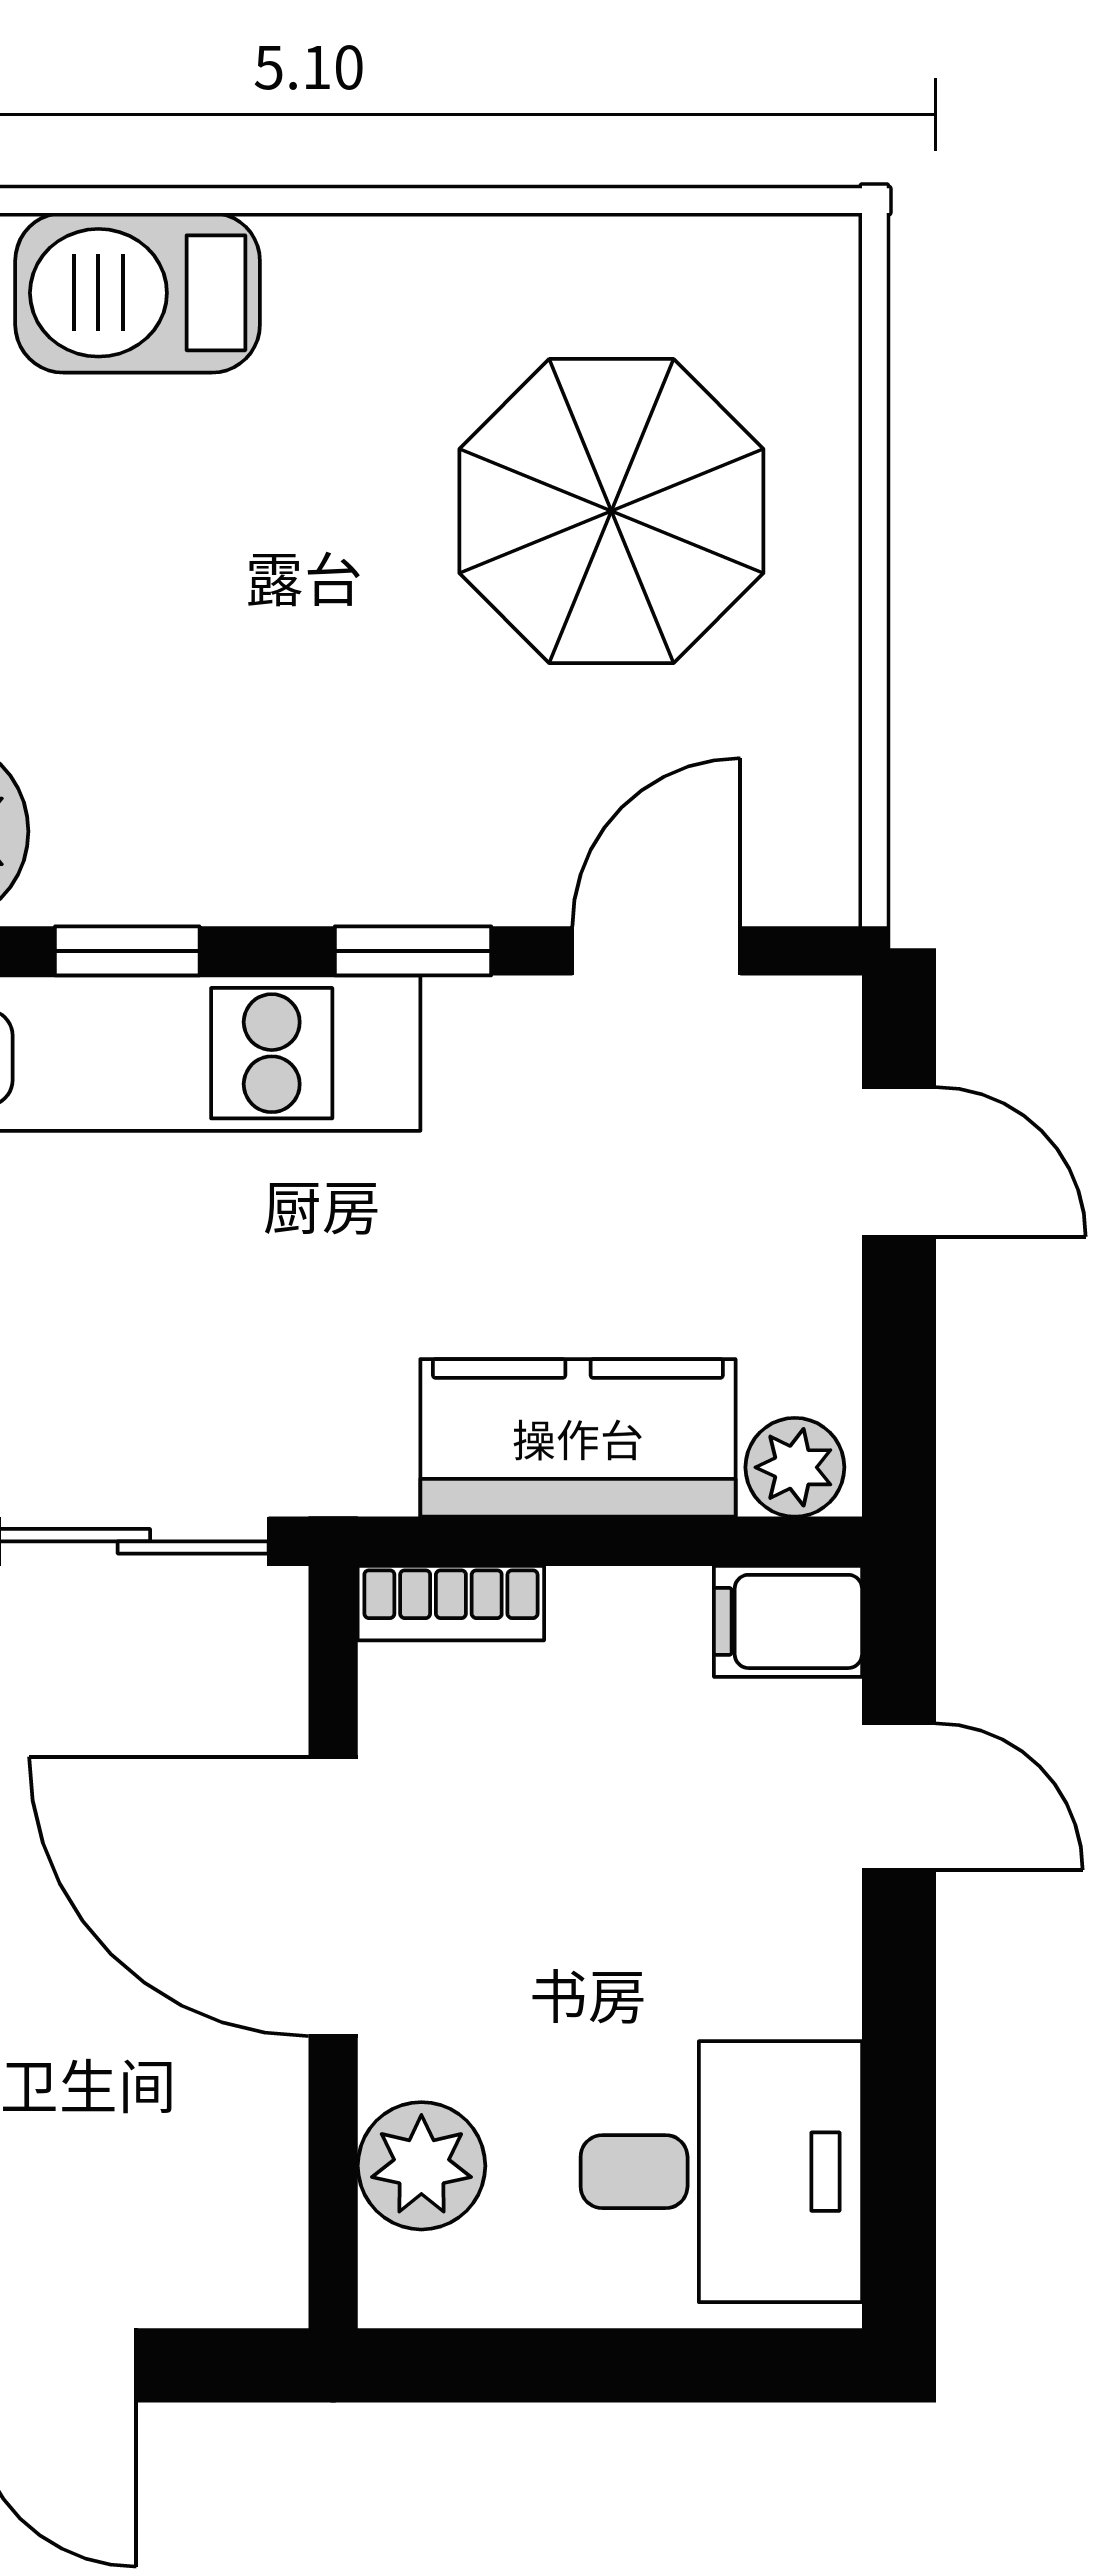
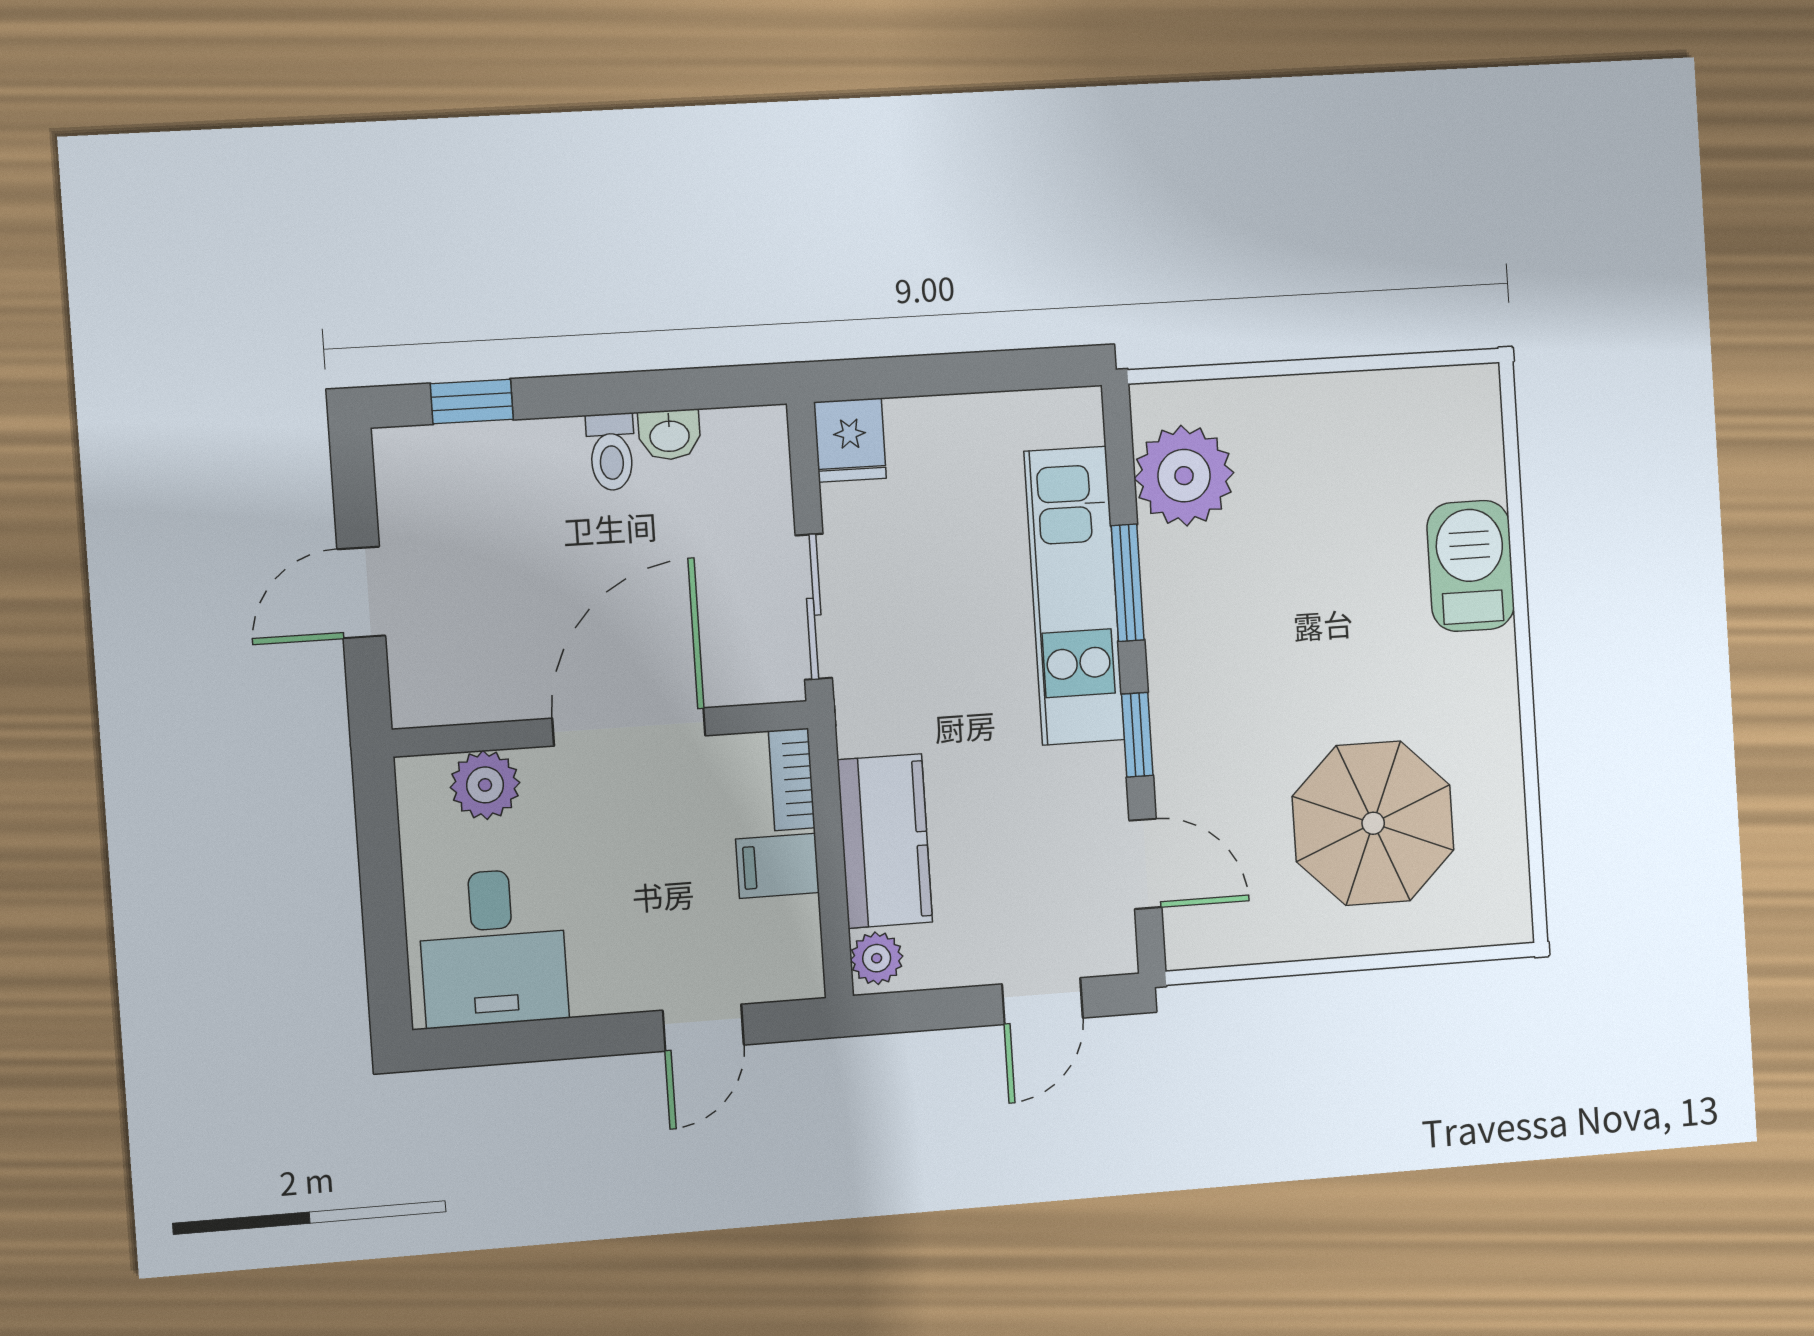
window: (127, 951) -> (1128, 583), width x1.50
filing cabinet: (788, 1621) -> (778, 866), moved, turned -90

